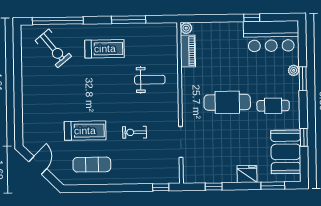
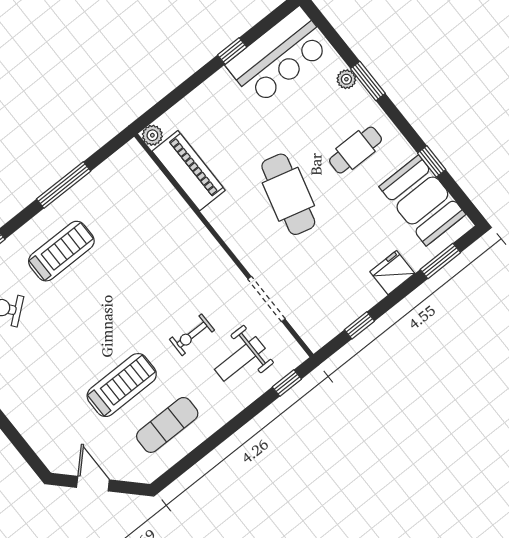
piano: (188, 51) -> (189, 171), width x1.37, depth x1.33
weight bench: (150, 80) -> (240, 359), moved, turned 180
cafe table: (227, 102) -> (288, 194), turned -75

